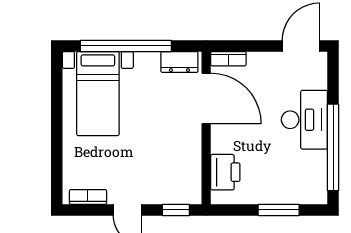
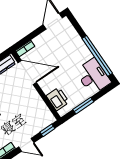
desk: (304, 120) -> (93, 76), moved
window: (279, 210) -> (83, 106), moved

